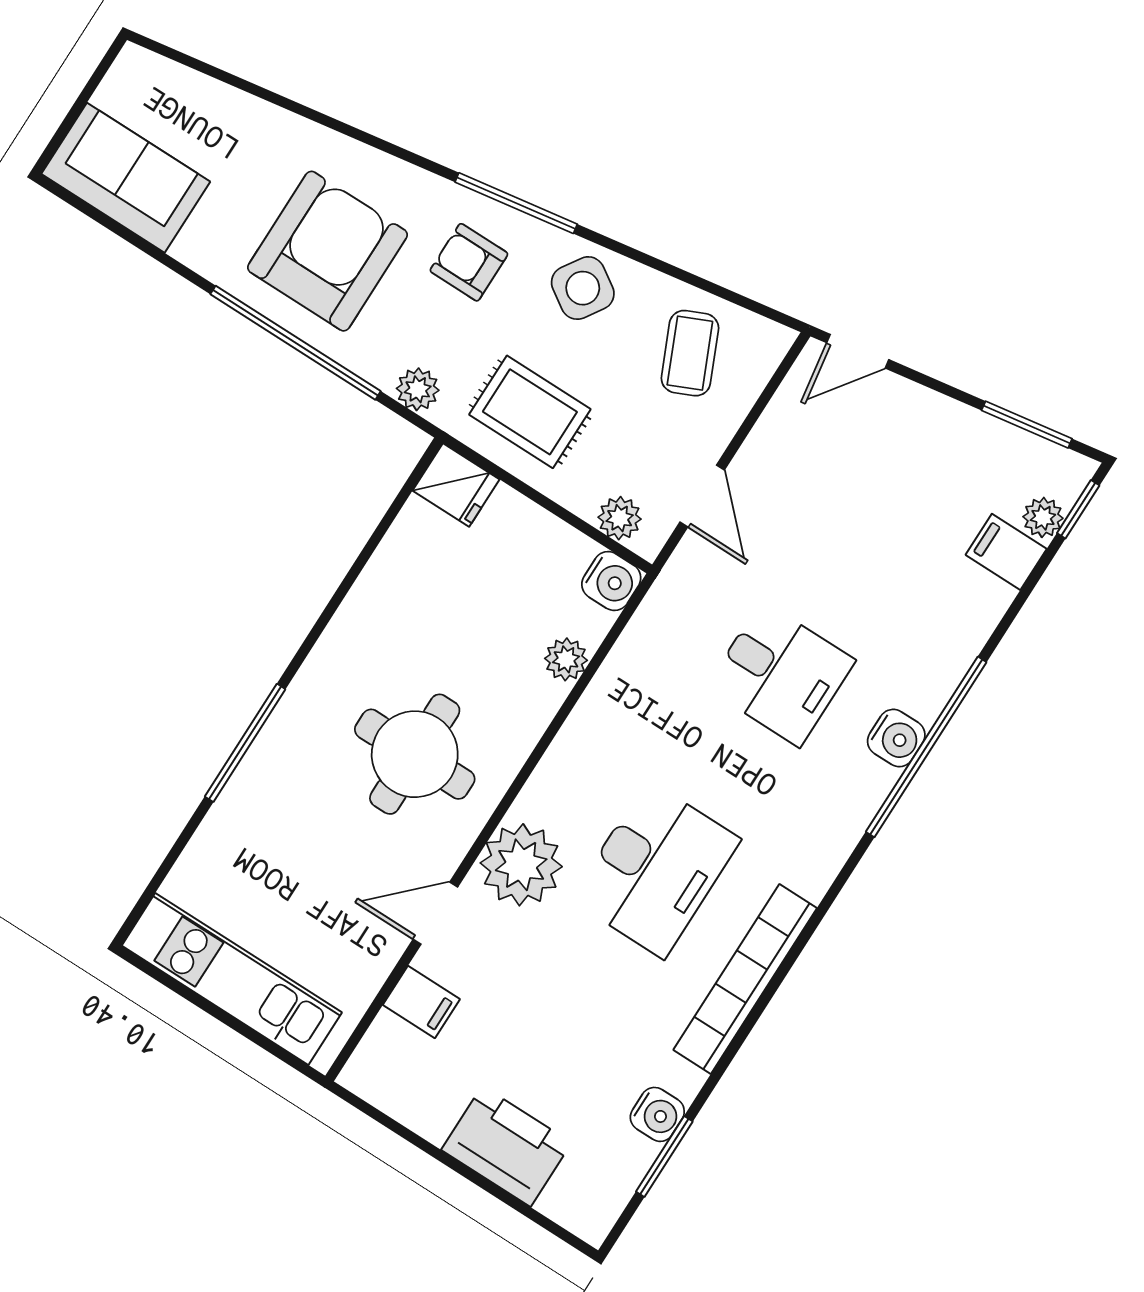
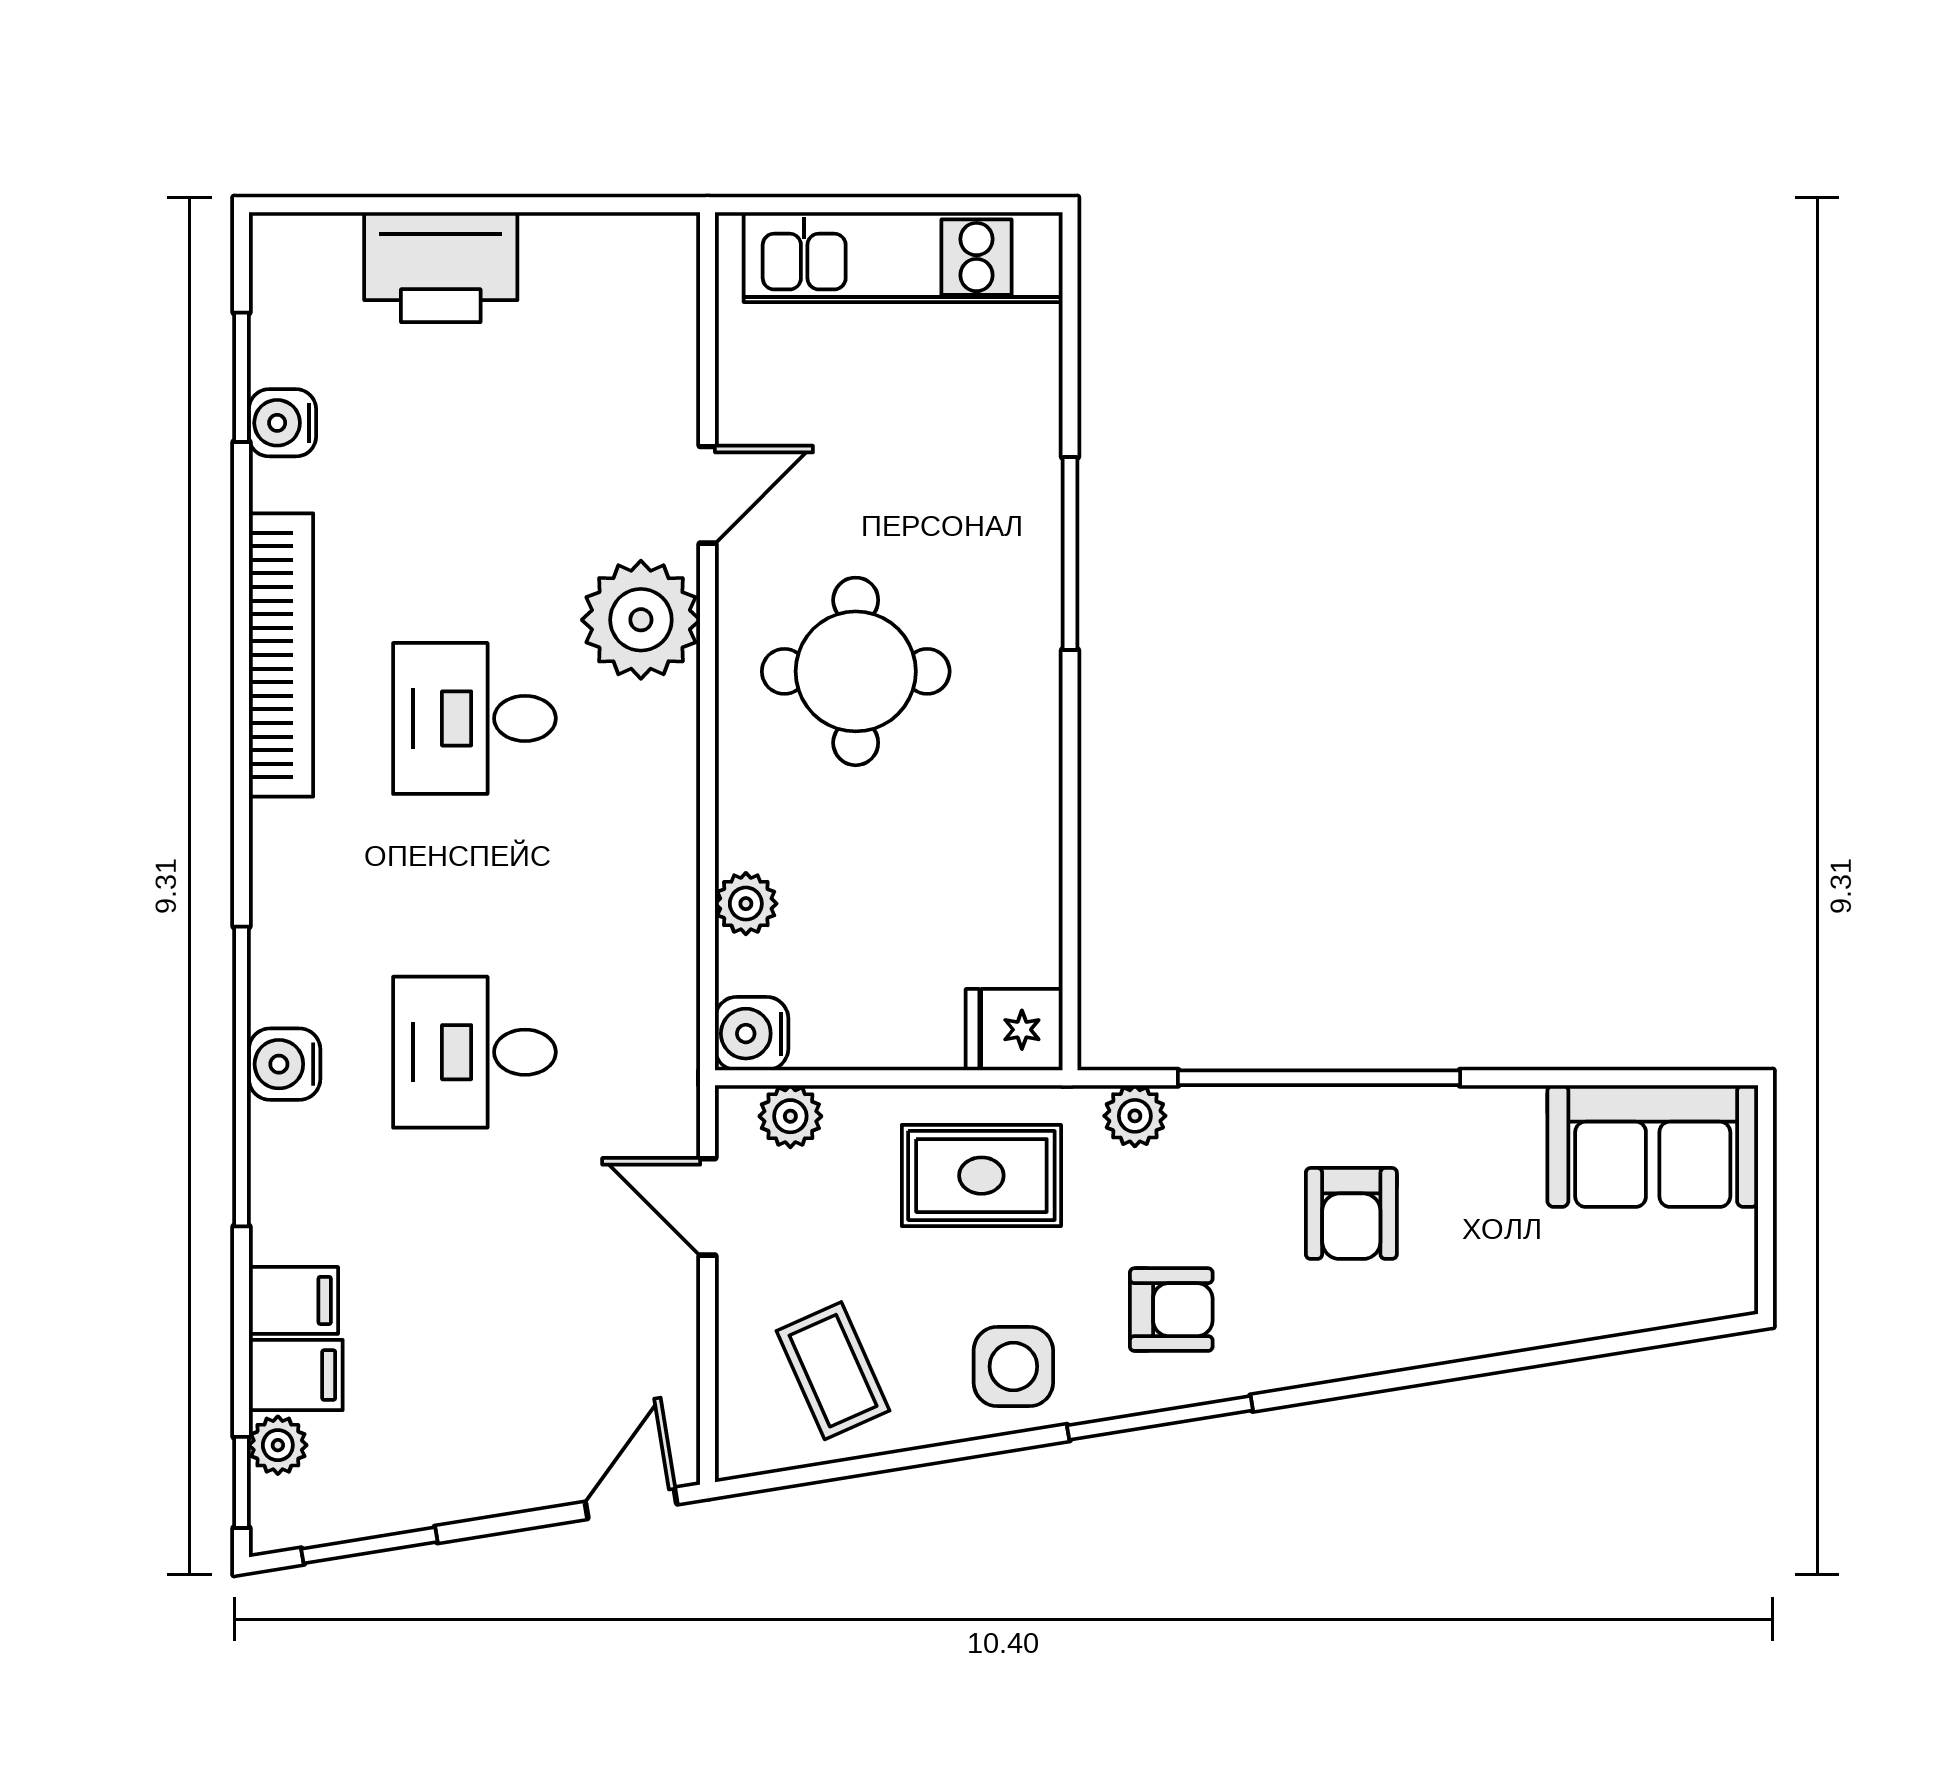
armchair: (328, 251) -> (1351, 1213), width x0.53, depth x0.53
side table: (583, 288) -> (1013, 1367), turned -33
desk: (656, 869) -> (474, 718), width x0.73
filing cabinet: (421, 1002) -> (293, 1300), moved, turned 180

